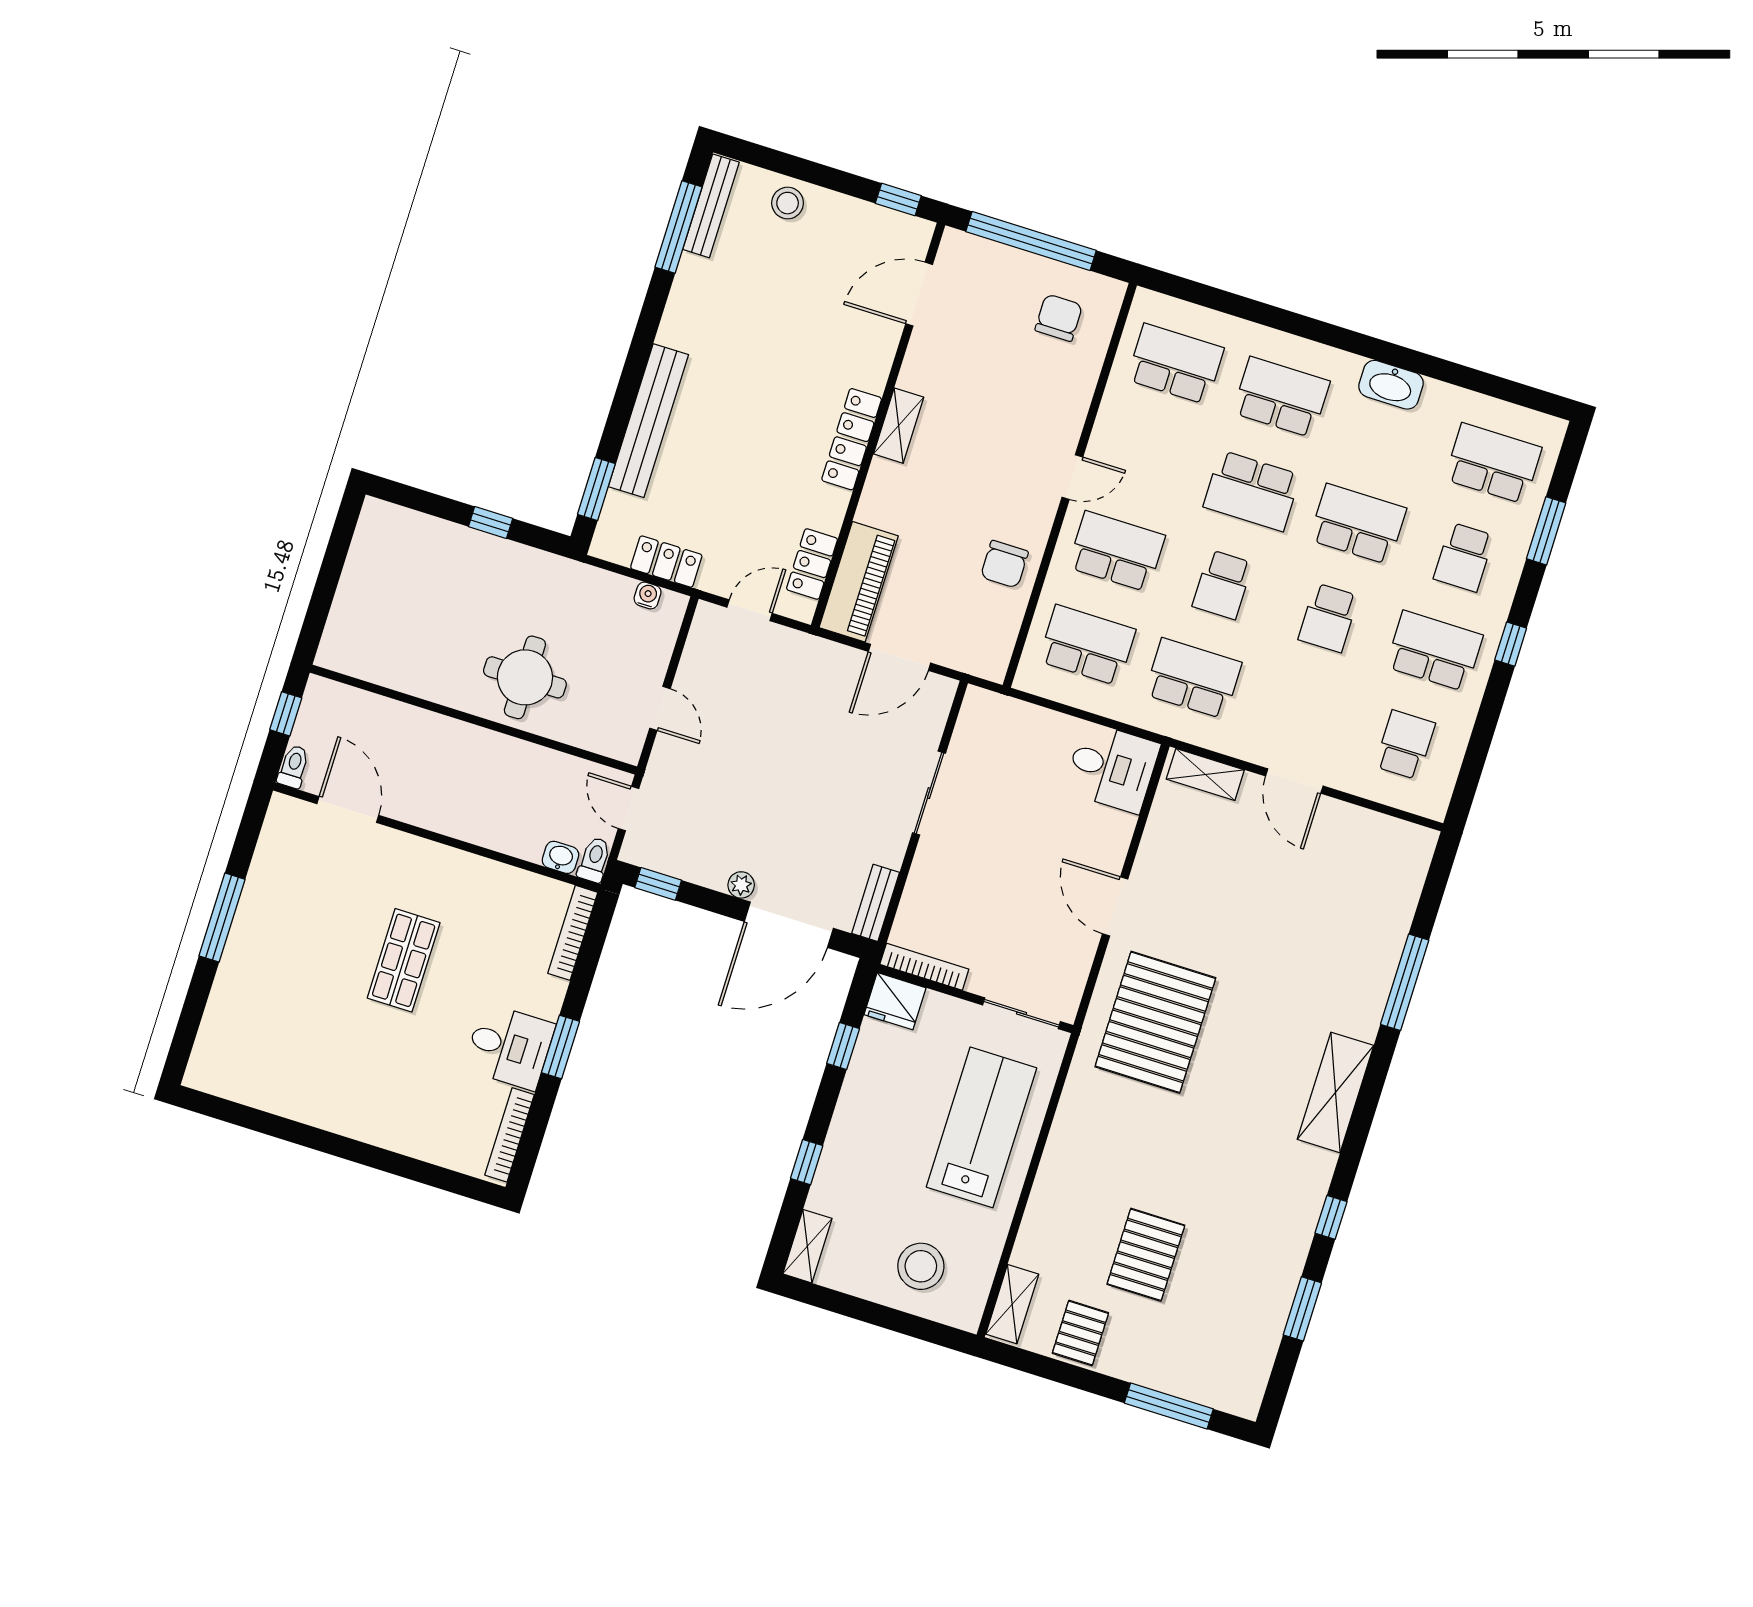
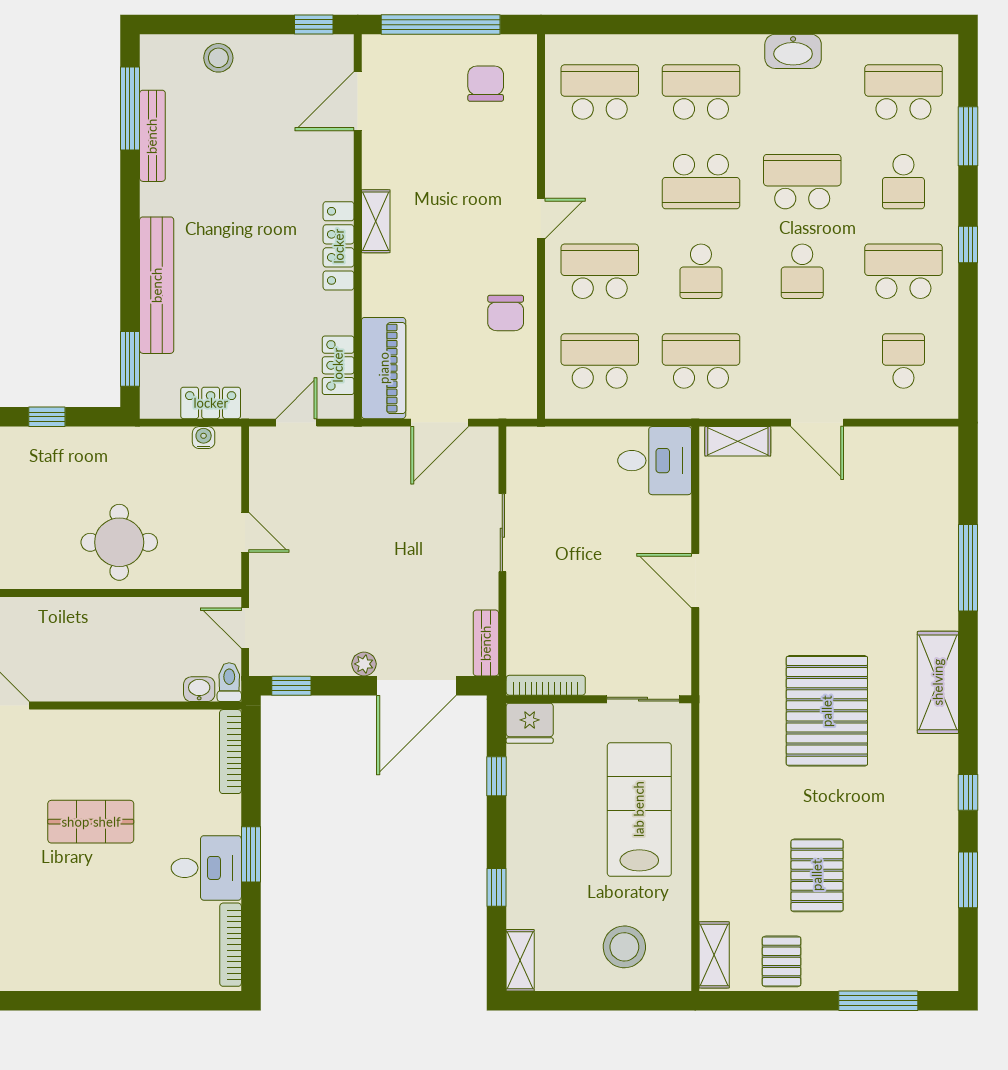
bench: (711, 206) -> (152, 136), moved
shop shelf: (404, 960) -> (91, 822), turned 90
pallet: (1155, 1022) -> (827, 711), moved

